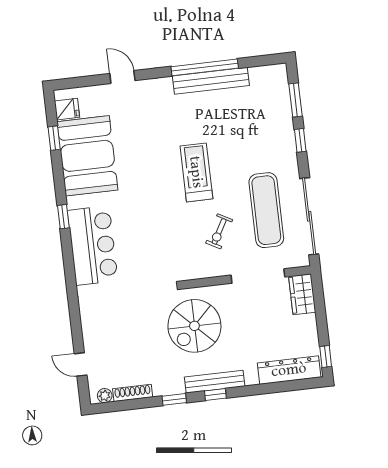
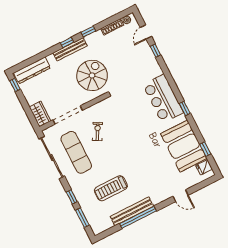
treadmill: (196, 172) -> (111, 188), moved, turned 90
window: (76, 328) -> (155, 51), added
door: (81, 364) -> (146, 32), swing flipped

